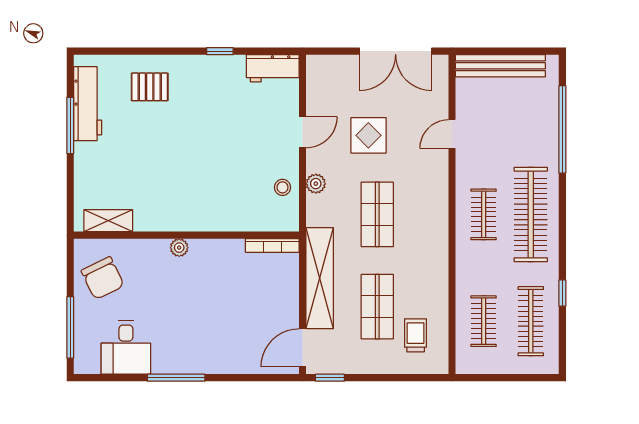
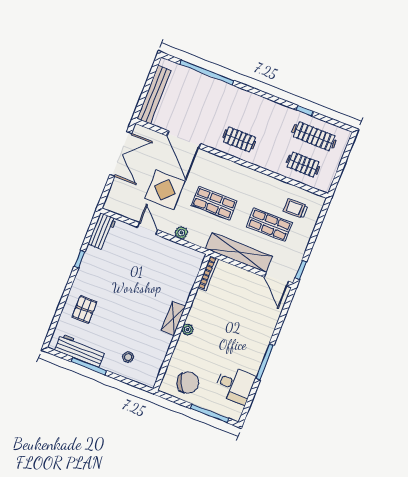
door: (452, 134) -> (184, 140), width x1.88
display table: (368, 135) -> (165, 190), width x1.36, depth x1.36
stool: (282, 187) -> (128, 357), moved
clothes rail: (531, 214) -> (250, 111), removed
shelving: (108, 221) -> (173, 318), moved

